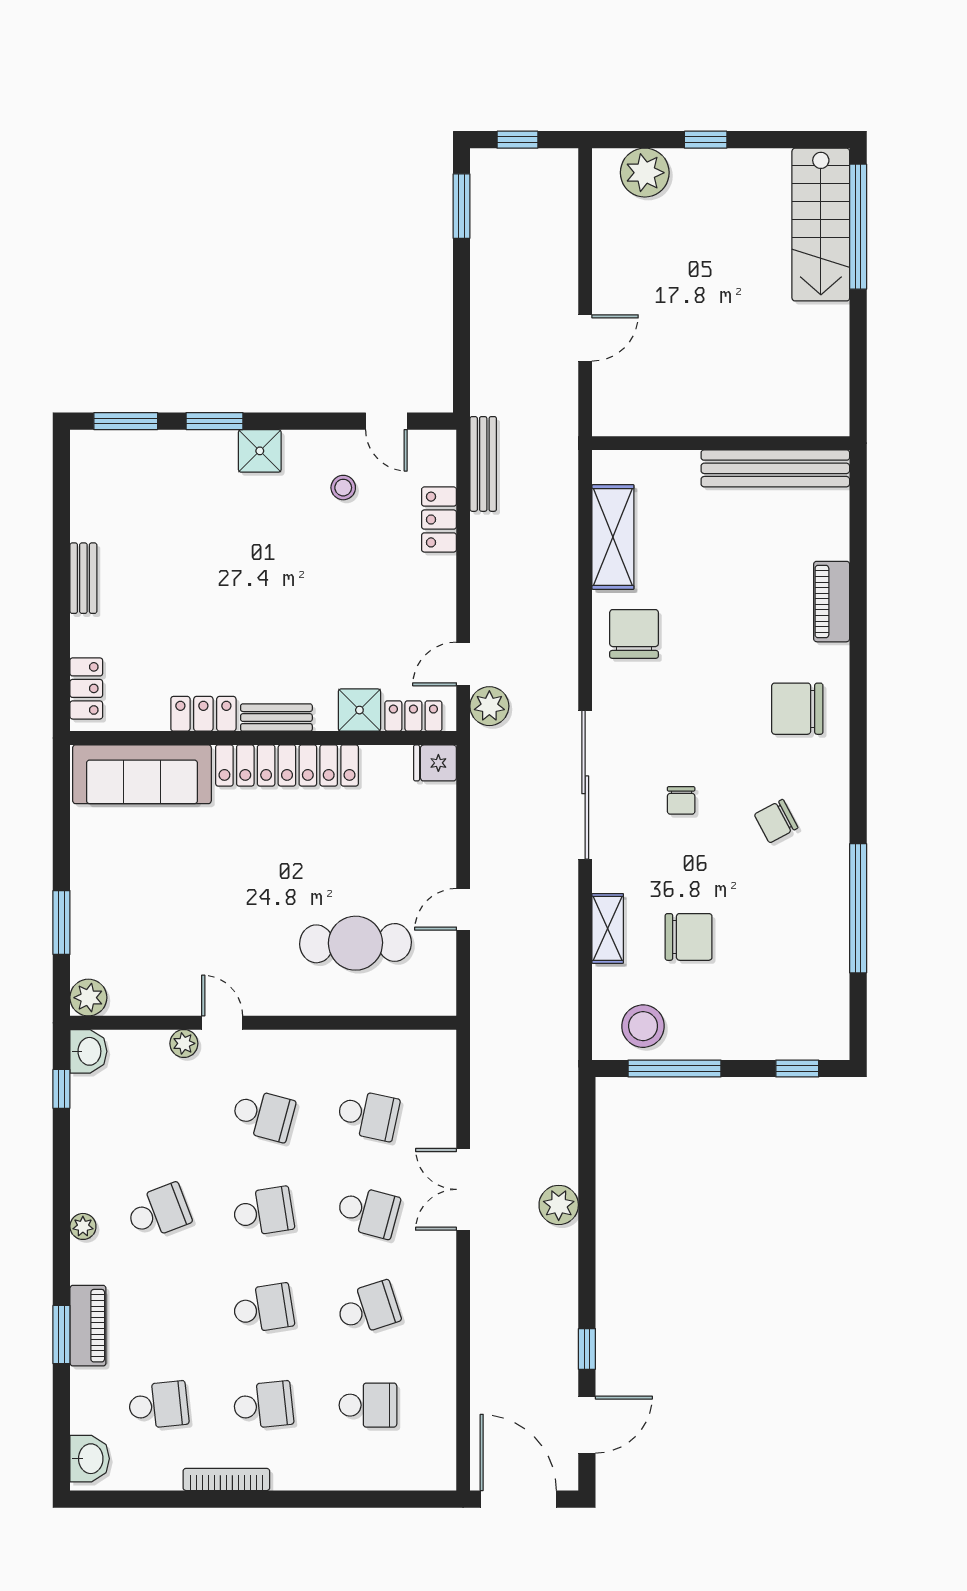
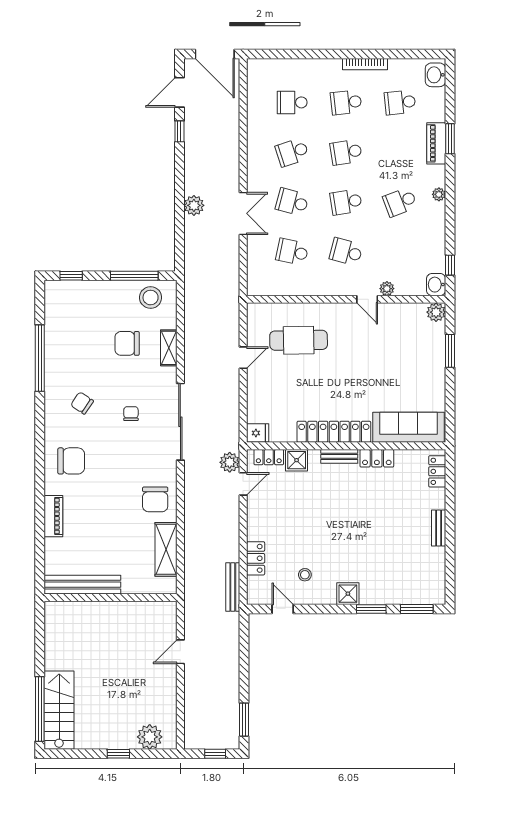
chair: (776, 821) -> (82, 403), turned -118

